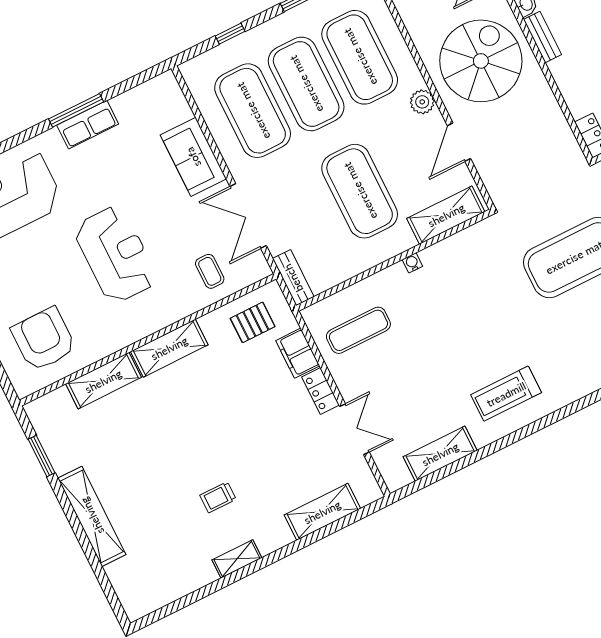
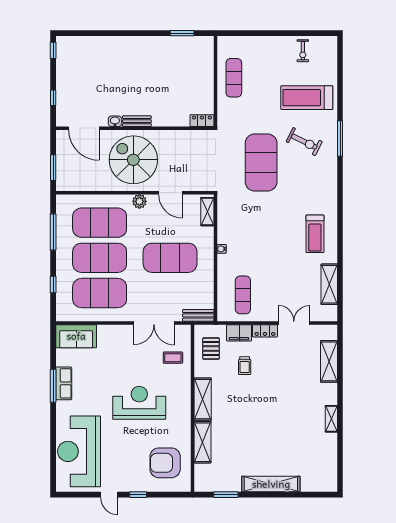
sofa: (193, 157) -> (76, 336), moved
shelving: (446, 215) -> (207, 212), width x0.67, depth x0.75
trolley: (218, 497) -> (245, 366), moved

